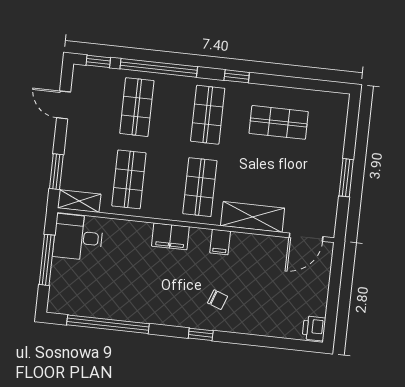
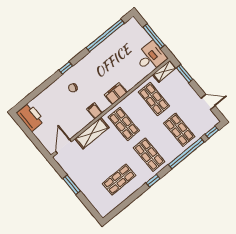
printer: (314, 328) -> (31, 117), width x1.87, depth x1.48

